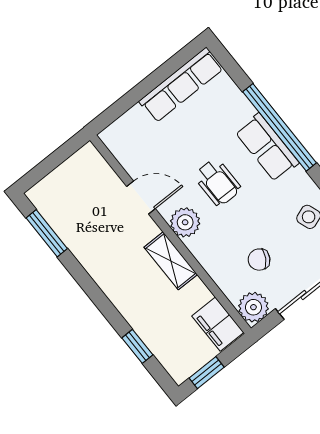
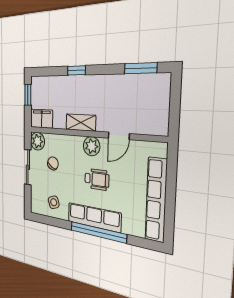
row of seats: (181, 85) -> (156, 200), width x1.36
row of seats: (267, 147) -> (94, 217), width x1.48
wheelchair: (217, 182) -> (97, 179), turned 180
window: (137, 346) -> (76, 70), moved

